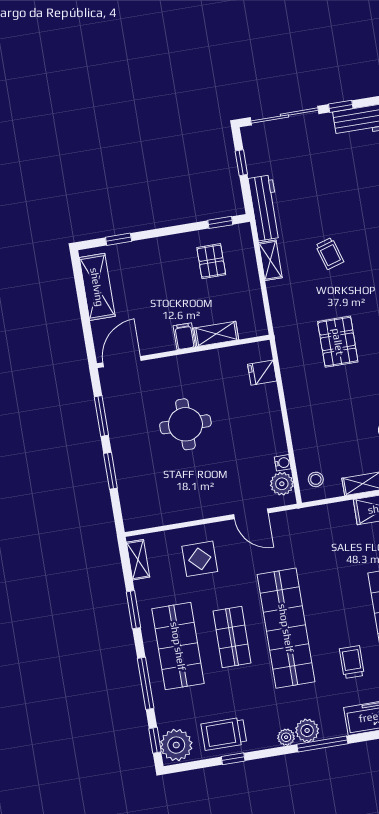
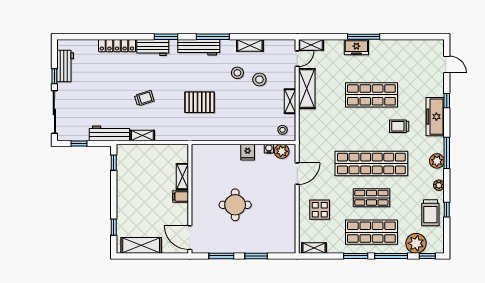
pallet: (211, 261) -> (137, 172), removed
fridge: (262, 373) -> (248, 152), moved
window: (133, 610) -> (356, 256), moved
plant: (286, 737) -> (439, 185), moved
plant: (176, 745) -> (416, 243), moved

